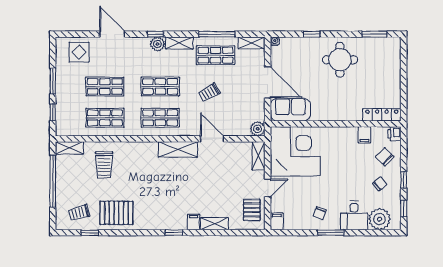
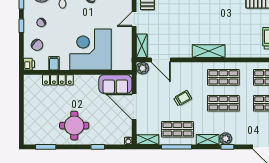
locker: (382, 115) -> (58, 80), moved
door: (212, 139) -> (161, 60), moved
corner desk: (295, 151) -> (90, 49), moved, turned 90

